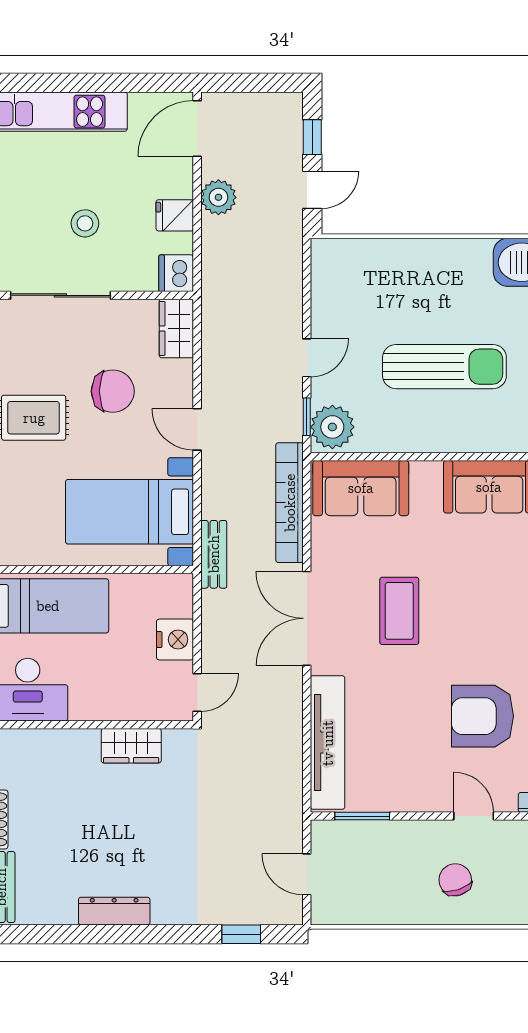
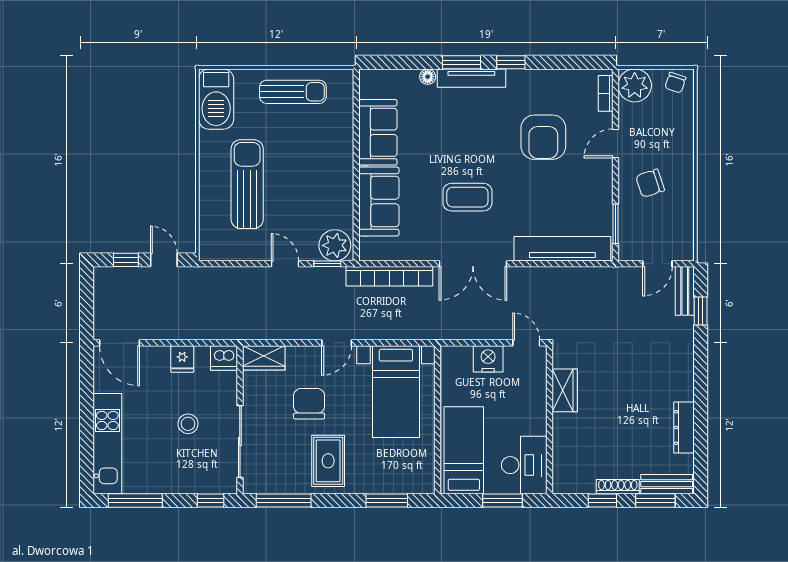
plant: (218, 197) -> (169, 327), removed
sun lounger: (444, 367) -> (247, 184), moved
sofa: (361, 488) -> (379, 201), moved
bench: (214, 554) -> (685, 291), moved, turned 90
chair: (455, 880) -> (650, 183), moved
dresser: (114, 911) -> (684, 427), moved

